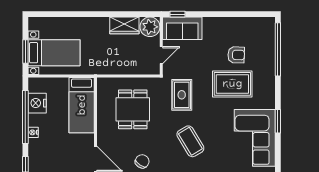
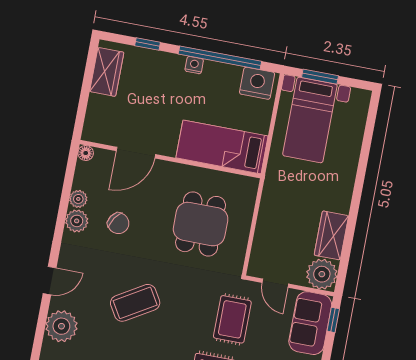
rug: (182, 95) -> (232, 319), moved, turned 90
nightstand: (37, 103) -> (257, 83), moved
dining table: (133, 109) -> (201, 224), turned 90

